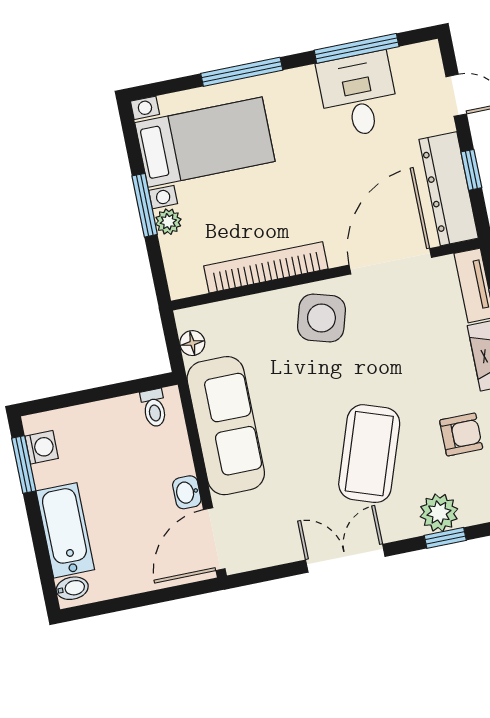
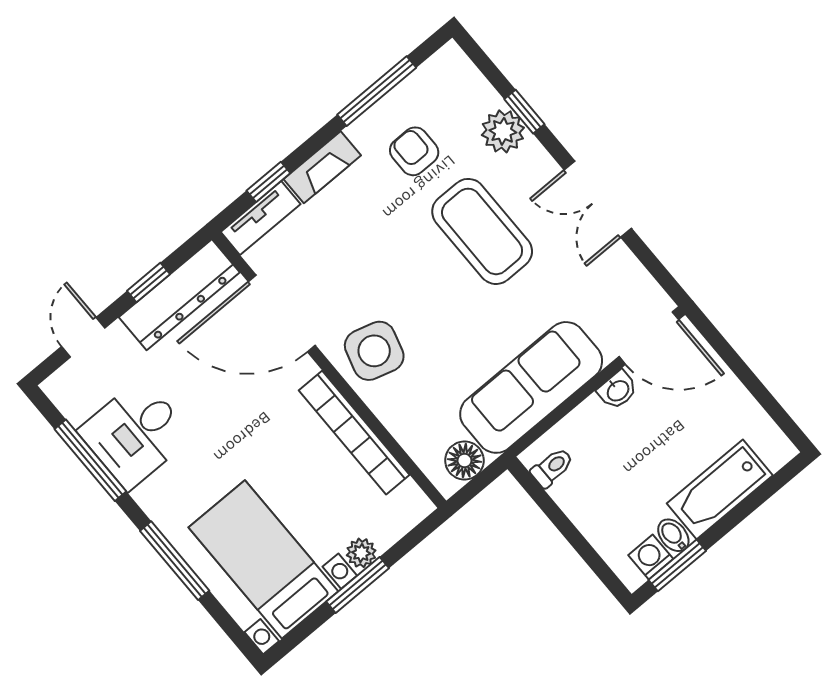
floor lamp: (192, 343) -> (464, 460), width x1.37, depth x1.37
coffee table: (369, 454) -> (482, 231), turned 71
bidet: (72, 588) -> (673, 535), moved

